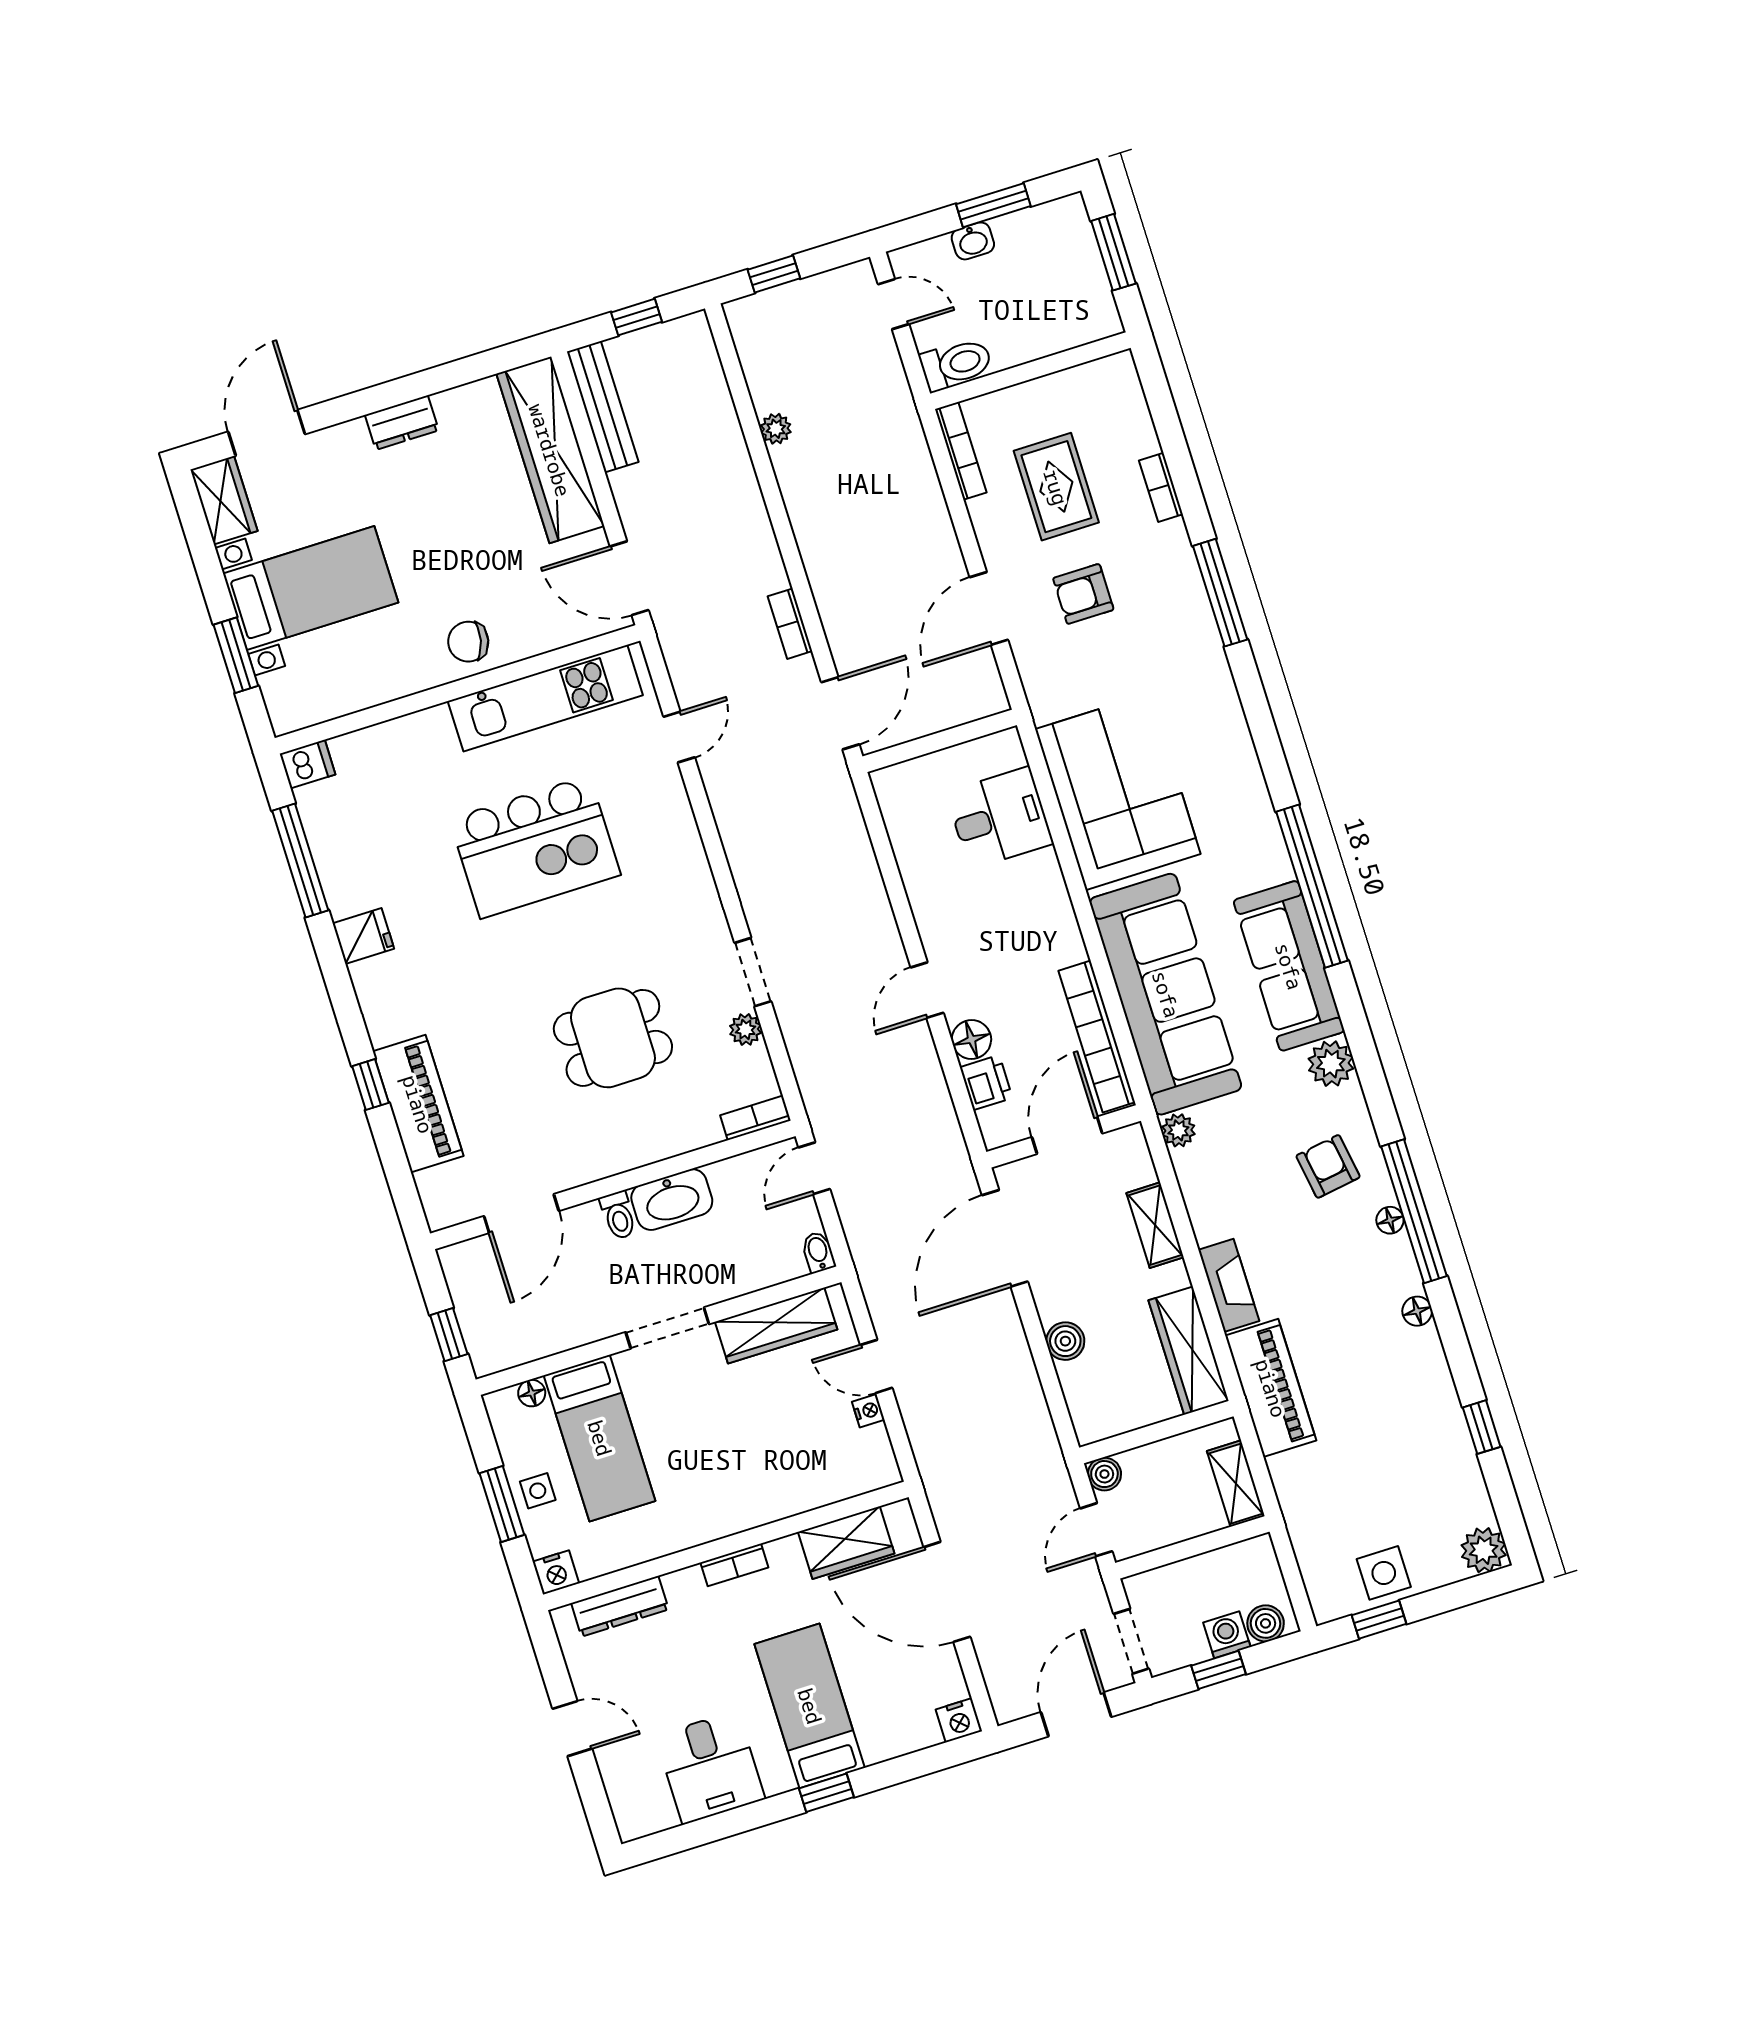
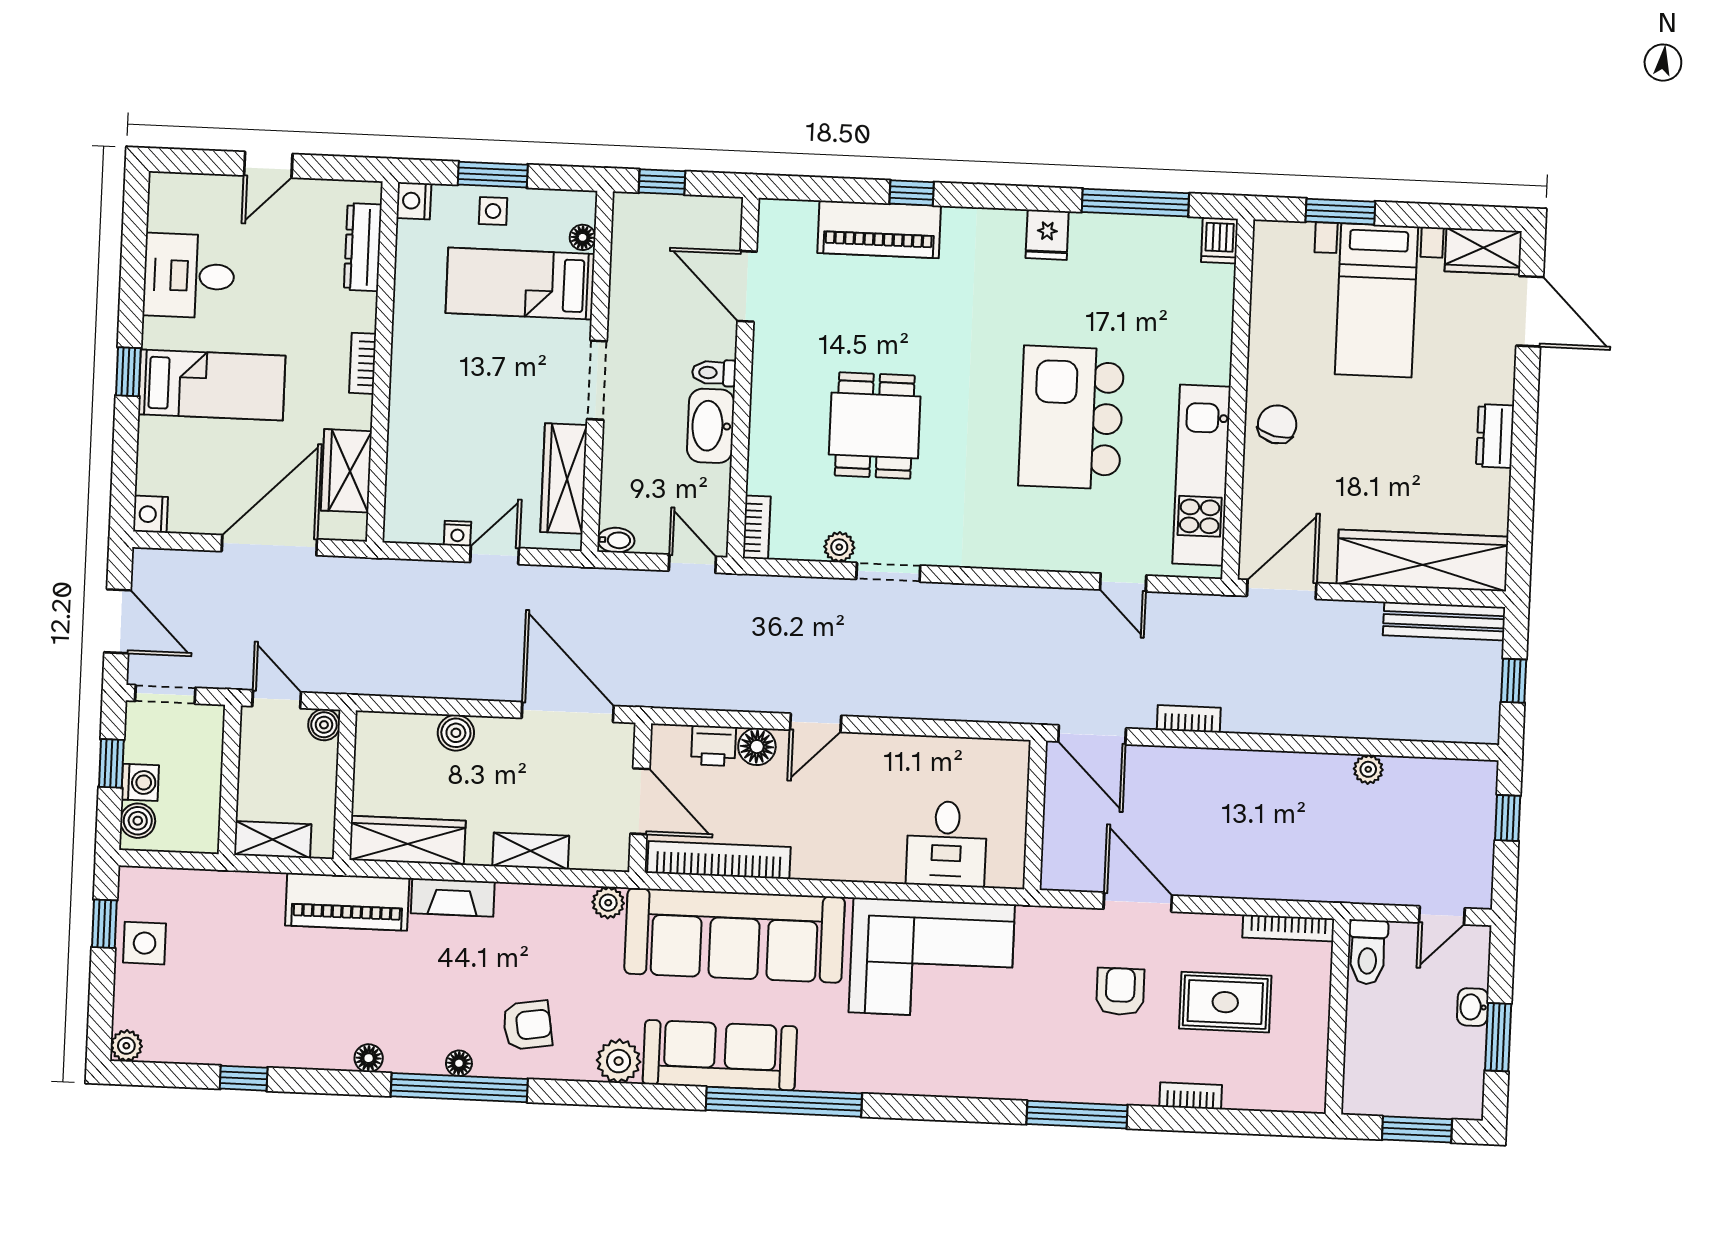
door: (927, 990) -> (816, 723), swing flipped
plant: (1484, 1550) -> (126, 1046), width x0.73, depth x0.73

